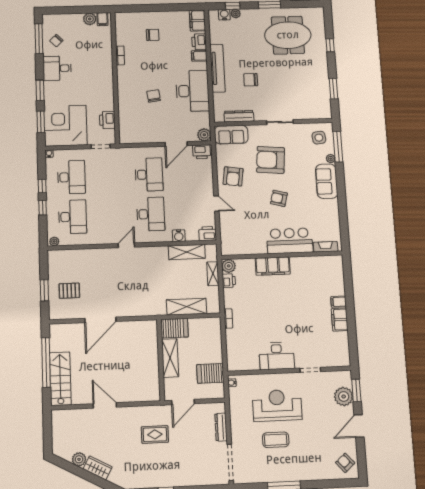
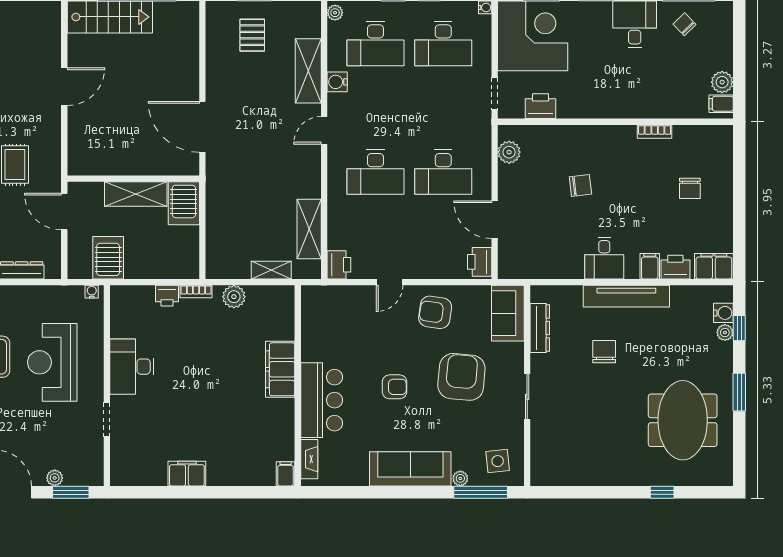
window: (333, 89) -> (584, 492), removed
desk: (193, 91) -> (604, 258), width x0.53, depth x0.77
plant: (204, 135) -> (509, 152), moved
sofa: (327, 181) -> (410, 469), width x1.36
armchair: (279, 198) -> (395, 387), turned 75
water cooler: (179, 236) -> (337, 82), moved
door: (126, 245) -> (324, 130), swing flipped
plant: (229, 266) -> (234, 297), moved
printer: (229, 281) -> (167, 296), moved
filing cabinet: (339, 302) -> (286, 474), moved
shelving: (187, 307) -> (308, 71), moved
door: (100, 320) -> (202, 127), moved
plant: (344, 396) -> (55, 478), width x0.53, depth x0.53
reception desk: (277, 405) -> (52, 362), turned 180

